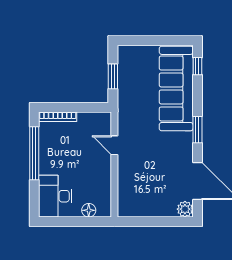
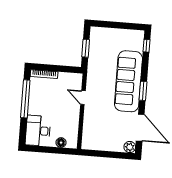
sofa: (176, 88) -> (128, 81), moved

